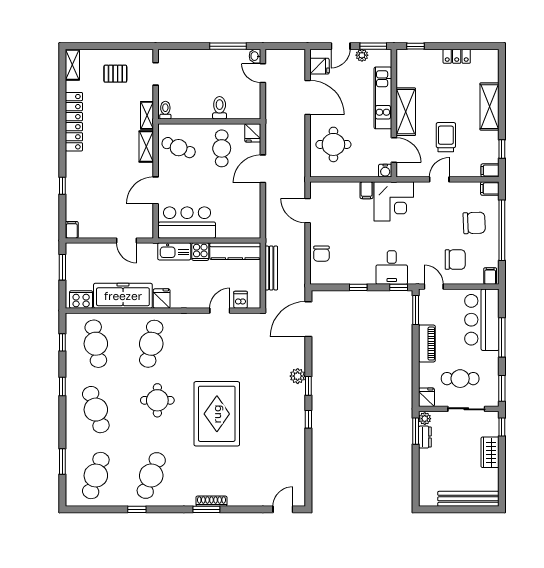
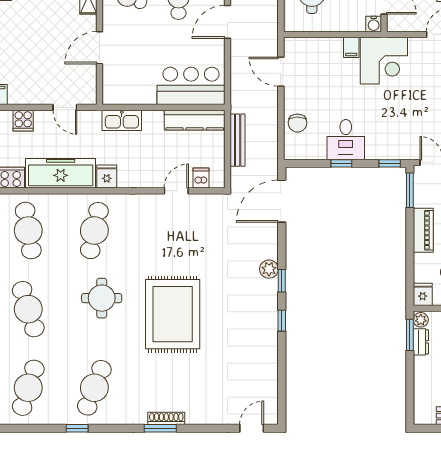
bar counter: (187, 222) -> (191, 86), moved
cooker: (200, 252) -> (23, 121), moved
desk: (392, 268) -> (346, 140), moved

